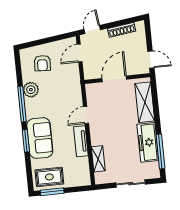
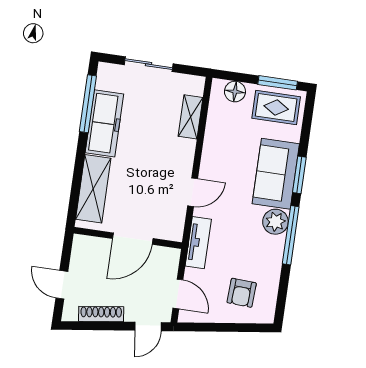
door: (80, 53) -> (178, 294), hinge flipped
door: (151, 60) -> (62, 285), moved
armchair: (42, 63) -> (242, 293), turned 180
plant: (31, 90) -> (275, 222), moved
tv unit: (81, 141) -> (198, 243), moved
floor lamp: (76, 180) -> (235, 92), added

